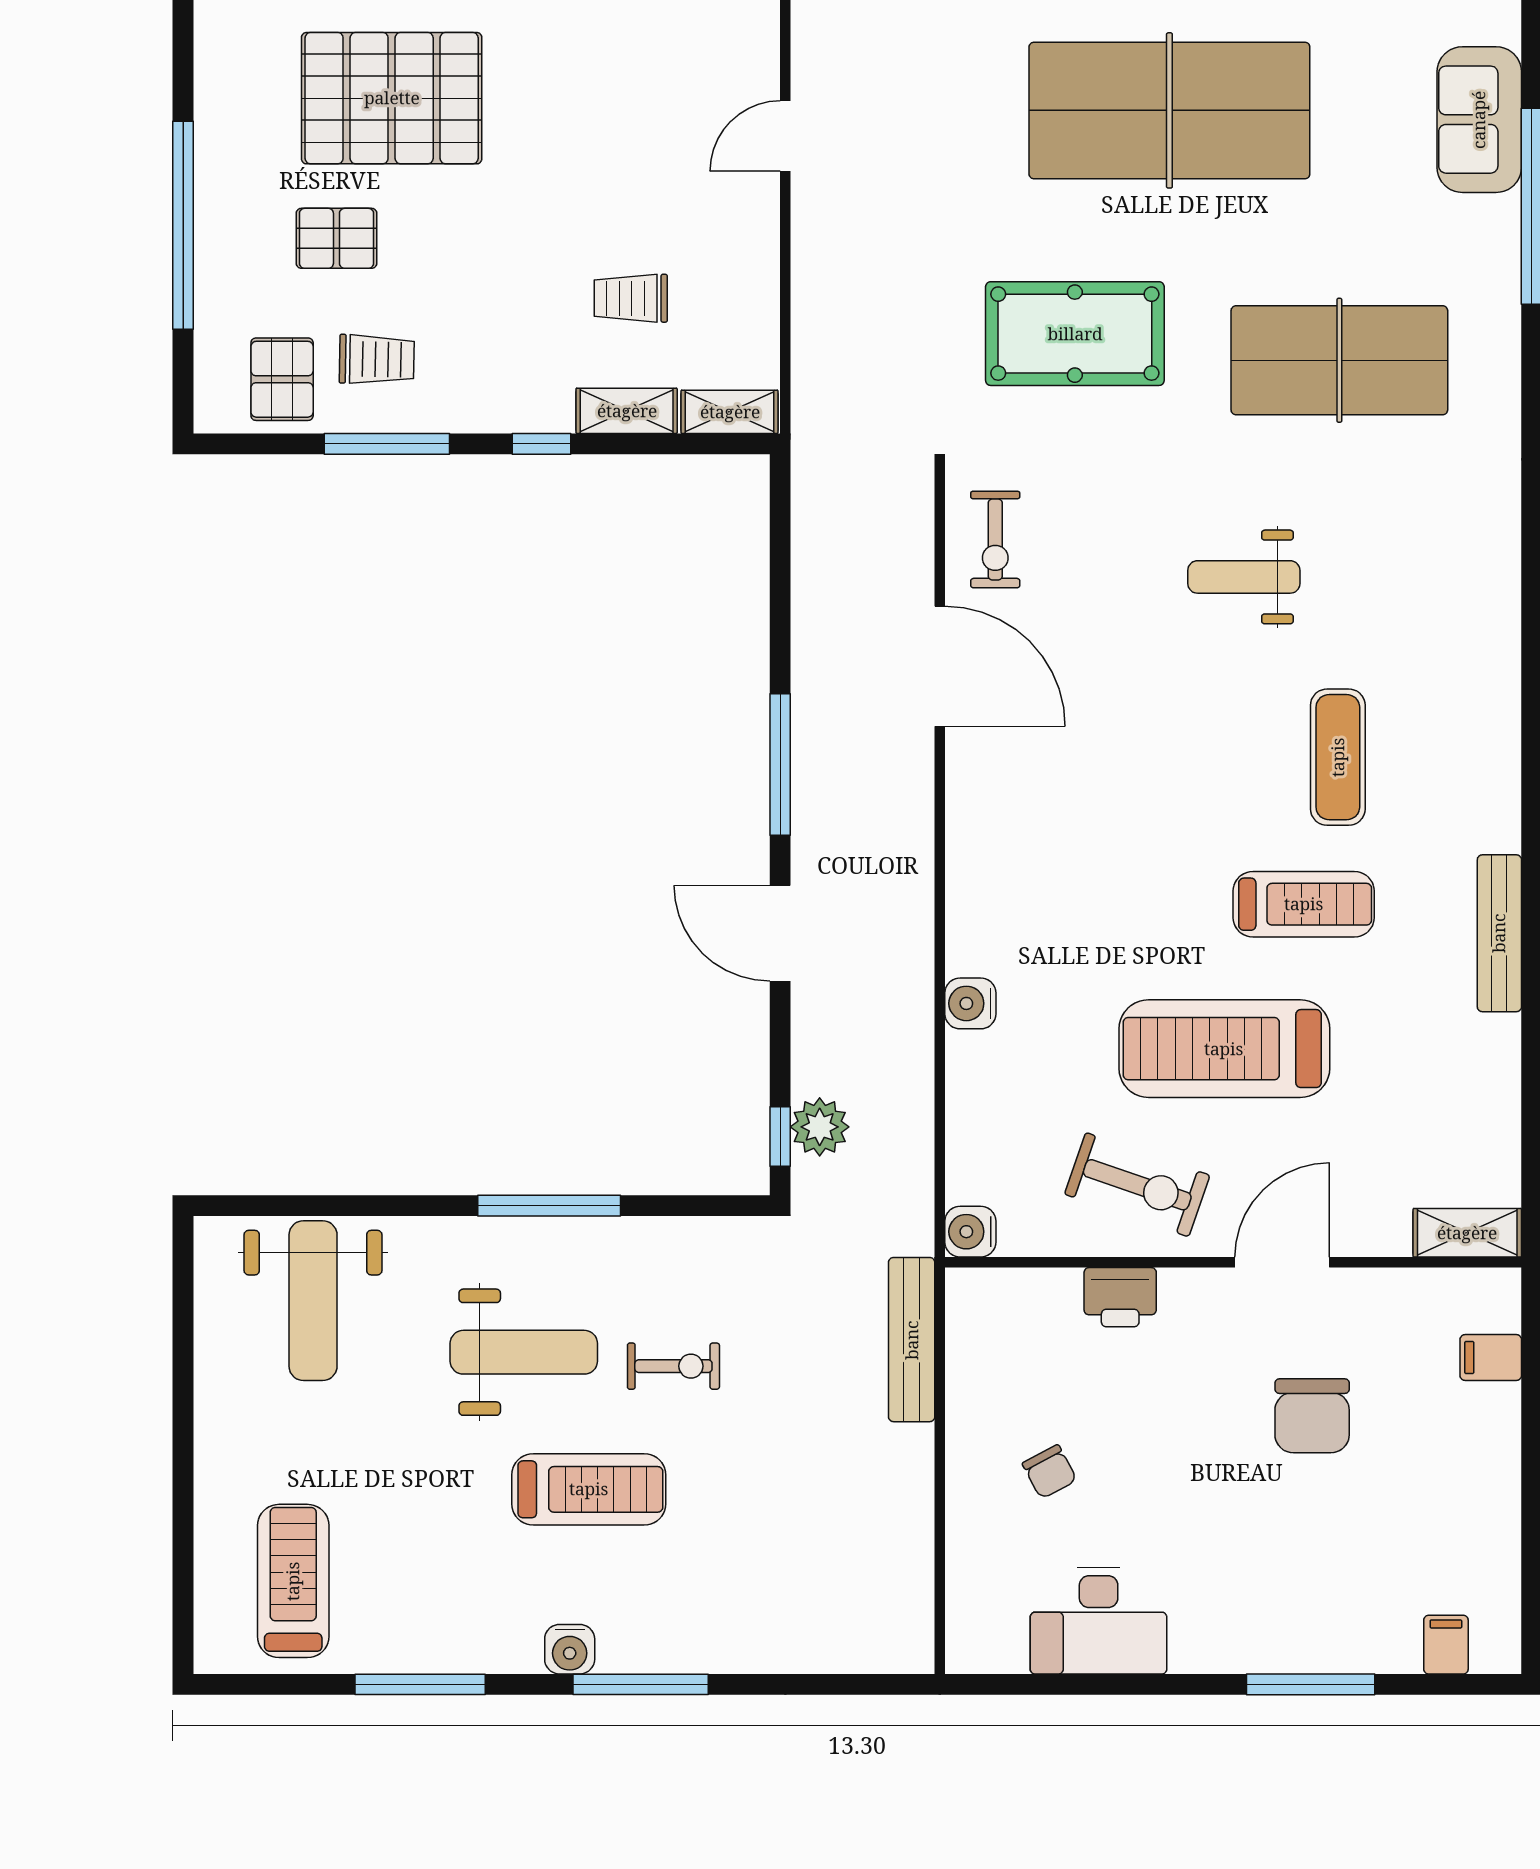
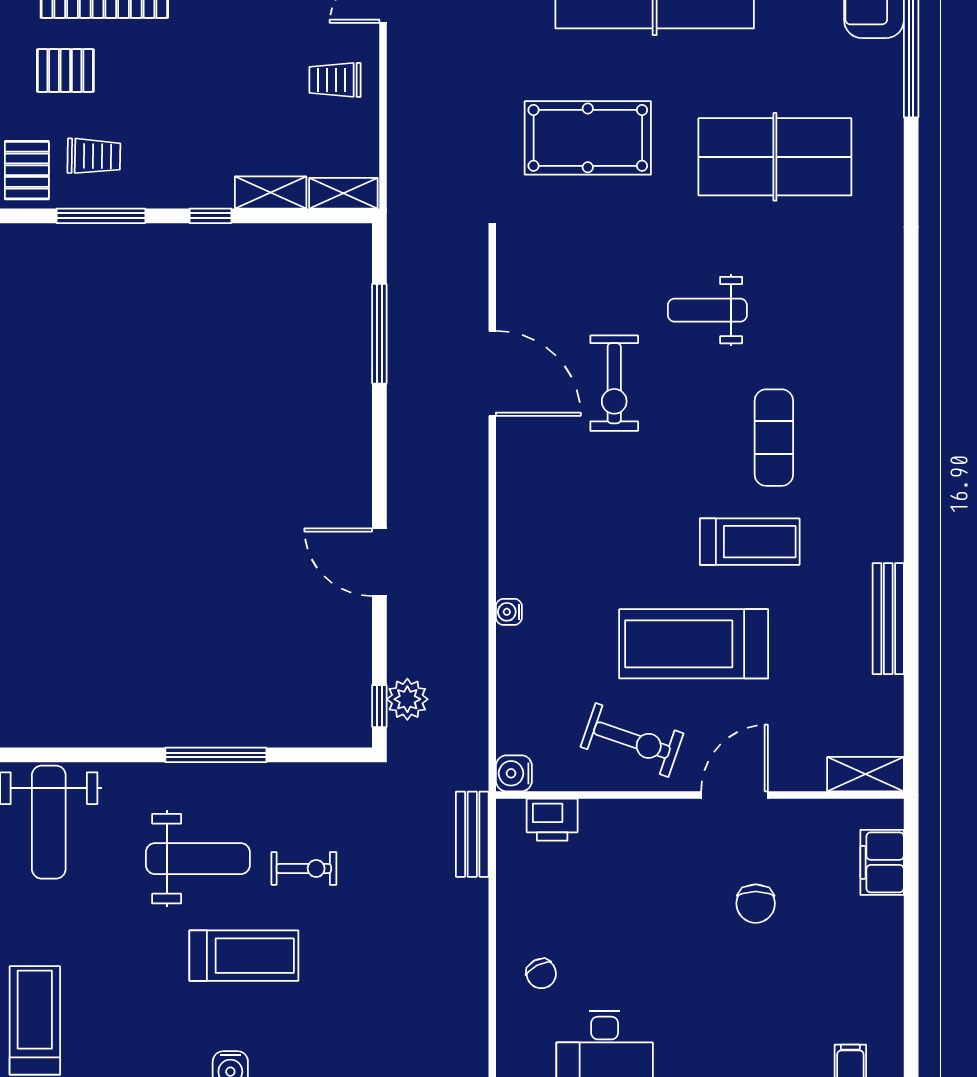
trolley: (631, 298) -> (335, 80), moved
exercise bike: (995, 539) -> (614, 383), moved, width x1.38, depth x1.39
window: (780, 765) -> (379, 334), moved
bench: (1499, 933) -> (888, 619), moved
water cooler: (970, 1003) -> (509, 612), width x0.72, depth x0.72
printer: (1120, 1297) -> (552, 820), moved
bench: (912, 1340) -> (472, 834), width x0.73
filing cabinet: (1491, 1358) -> (882, 862), width x2.00
chair: (1312, 1416) -> (756, 904), width x0.73, depth x0.73
chair: (1050, 1472) -> (541, 974), moved

